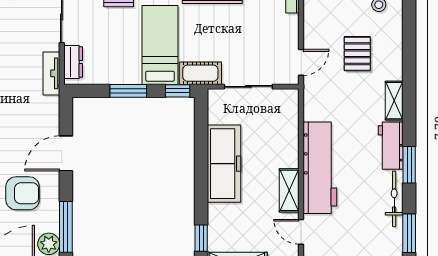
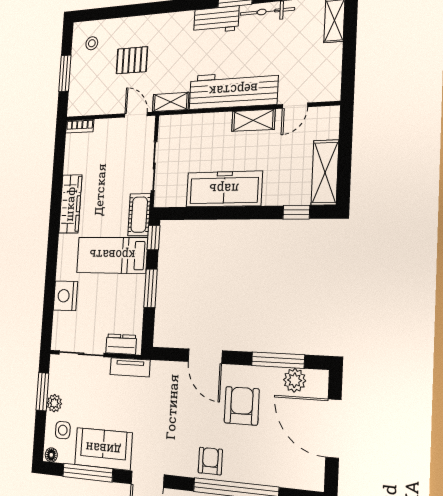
shelving: (394, 101) -> (171, 102), moved

